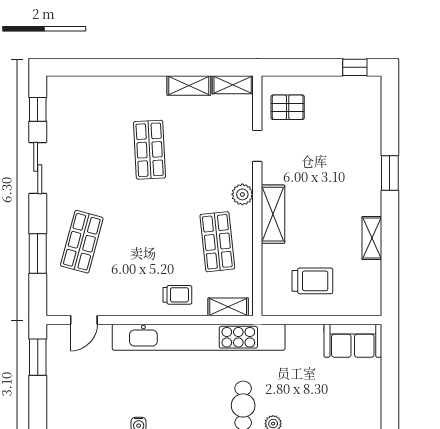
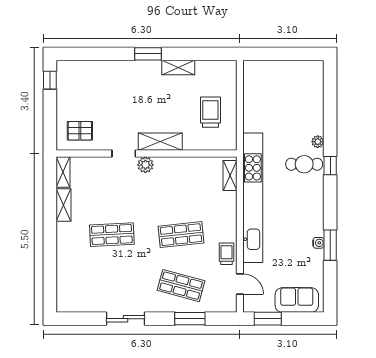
pallet: (288, 107) -> (80, 131), turned 90
window: (38, 109) -> (82, 319), removed
doorway: (257, 146) -> (124, 154), moved
window: (390, 173) -> (148, 54), moved
shop shelf: (217, 242) -> (181, 235), moved
trolley: (177, 295) -> (226, 254), moved
sofa: (353, 341) -> (297, 300), moved, turned -90

